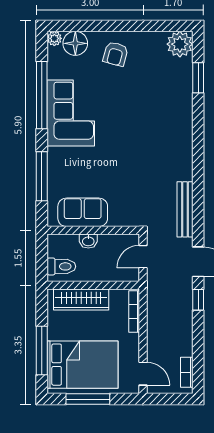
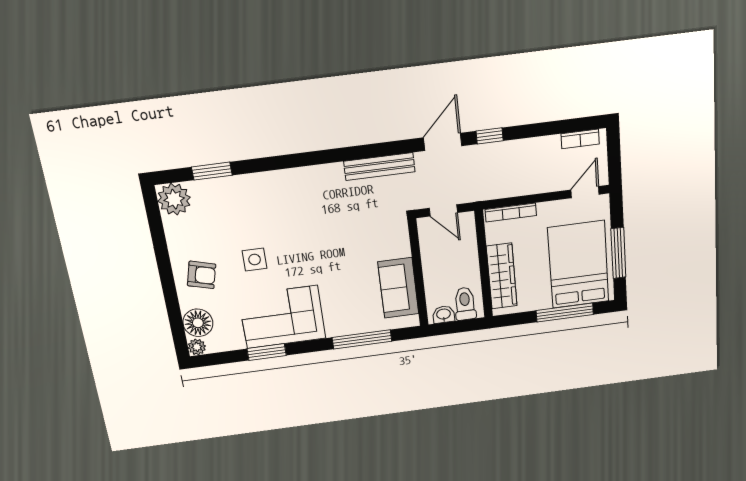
window: (42, 95) -> (267, 352), width x0.47
side table: (123, 99) -> (255, 260), added
washbasin: (88, 241) -> (444, 314), moved, turned -90

